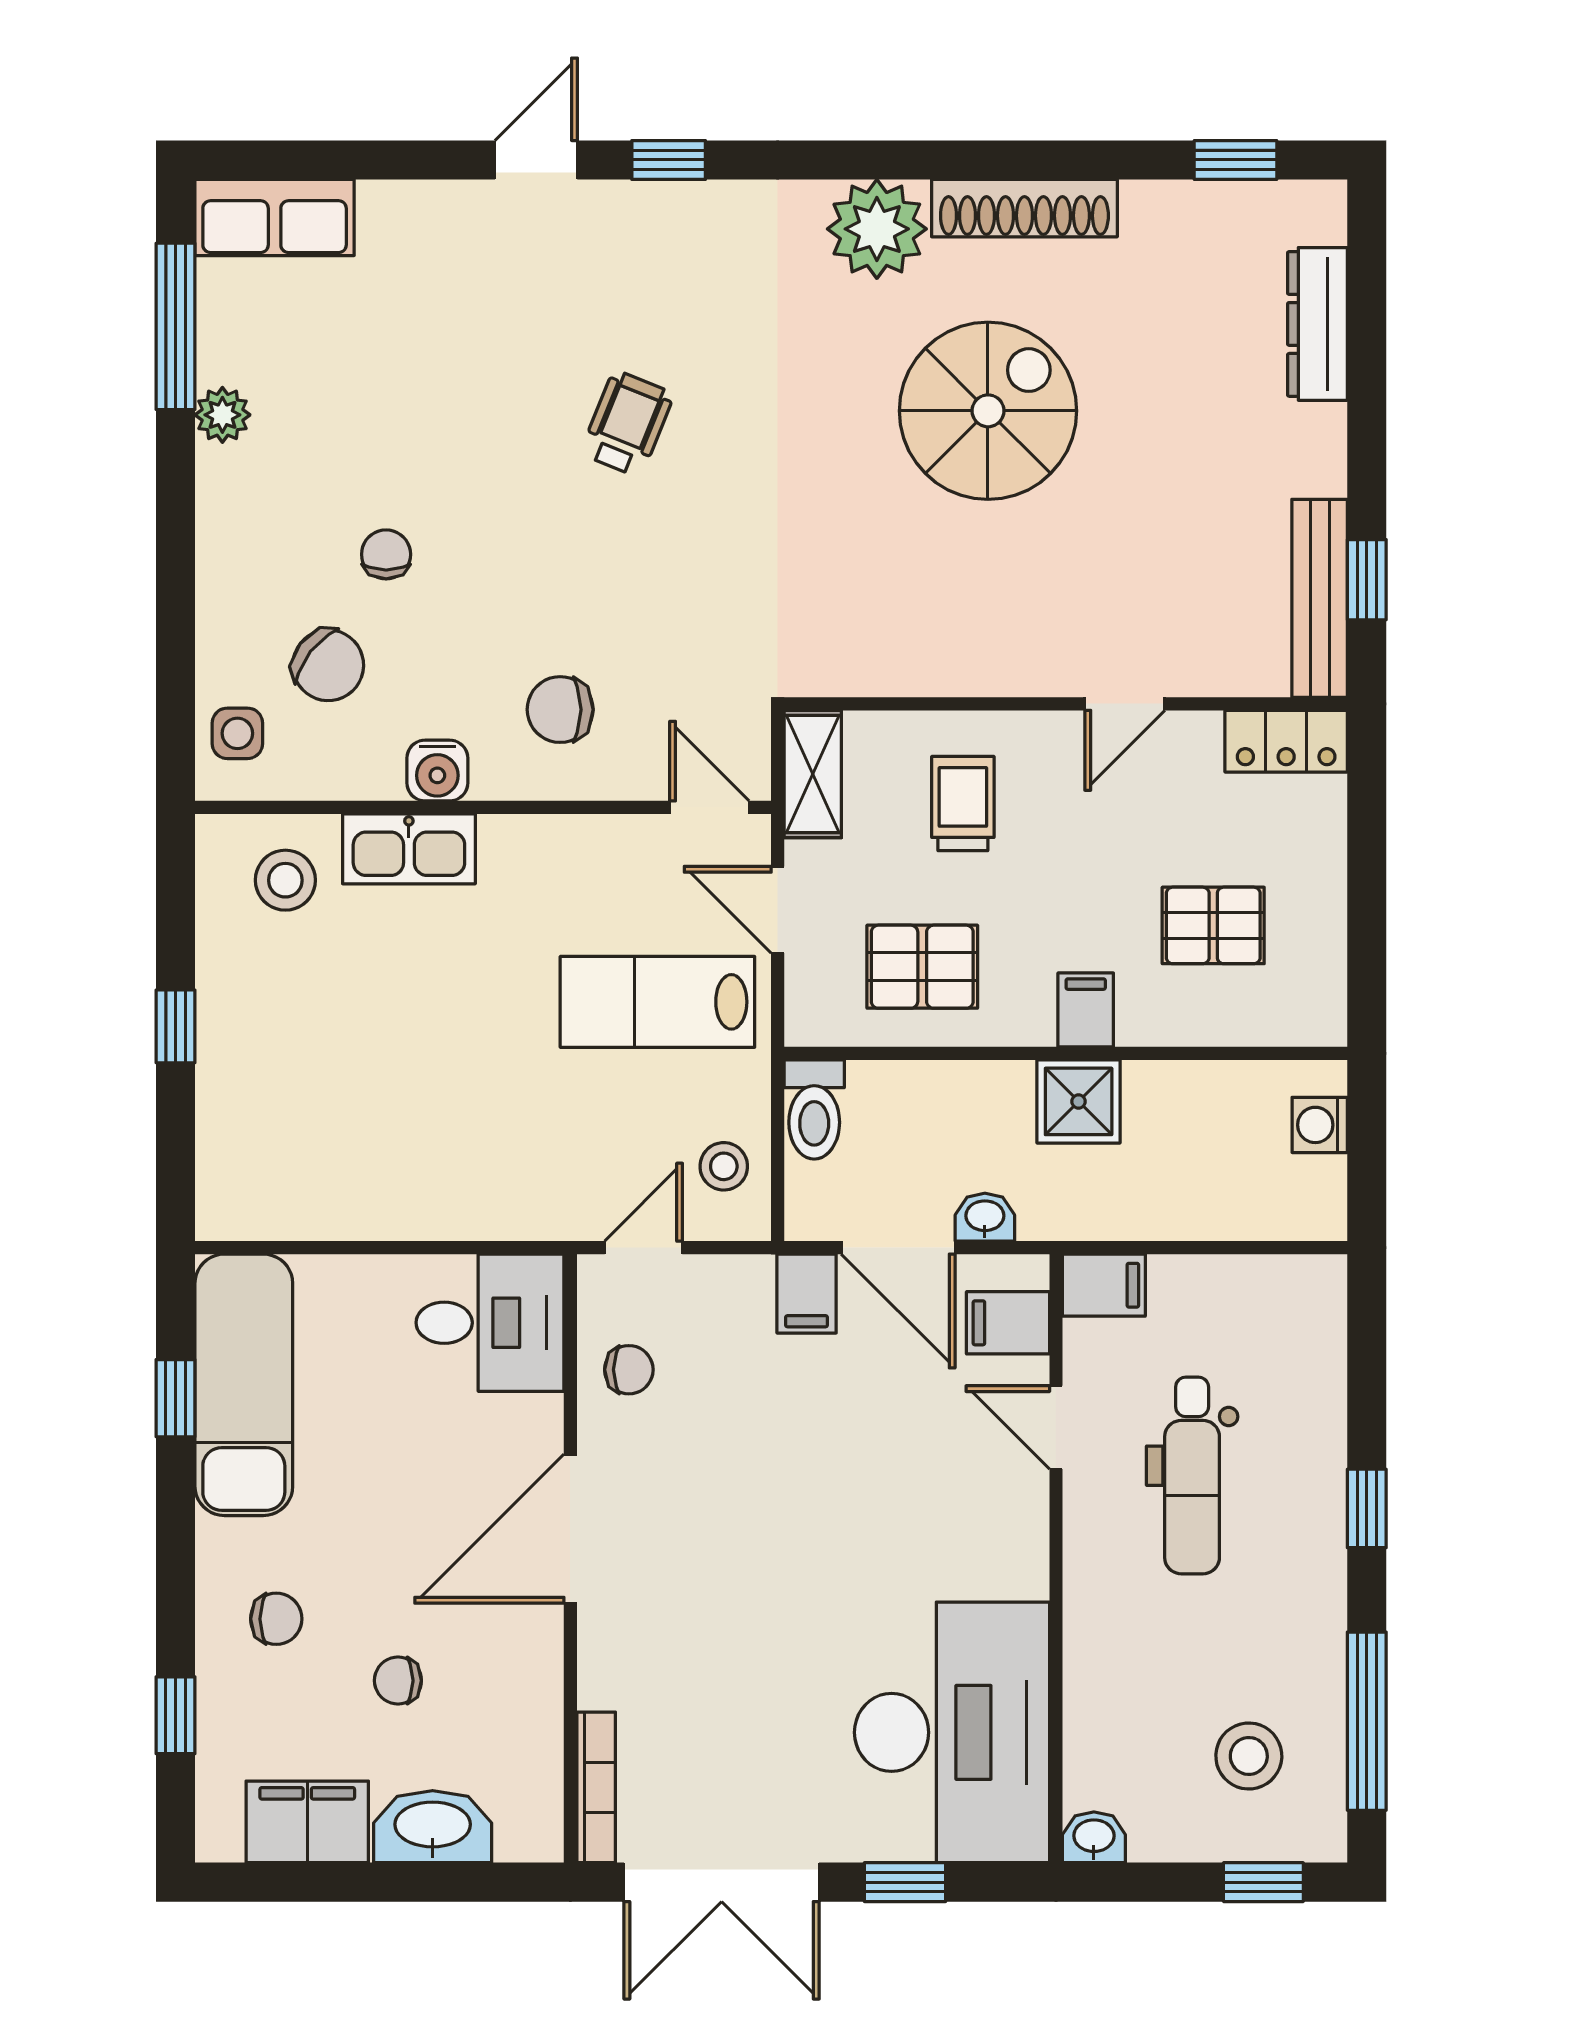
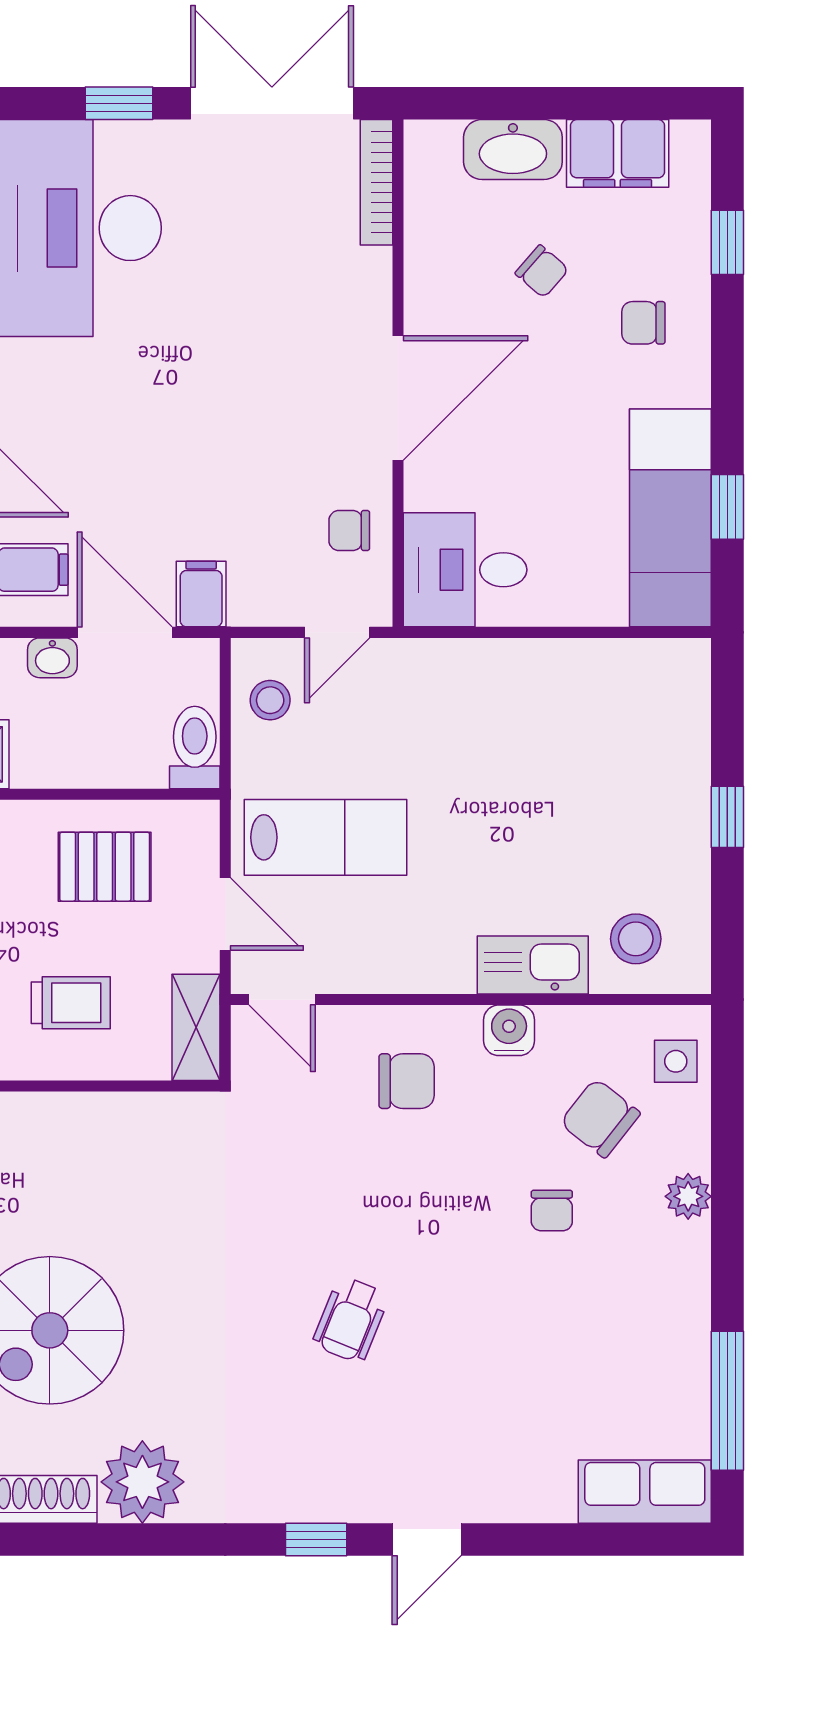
plant: (222, 415) -> (688, 1196), moved
trolley: (963, 804) -> (71, 1003), turned -90
chair: (398, 1681) -> (542, 271), turned 41

